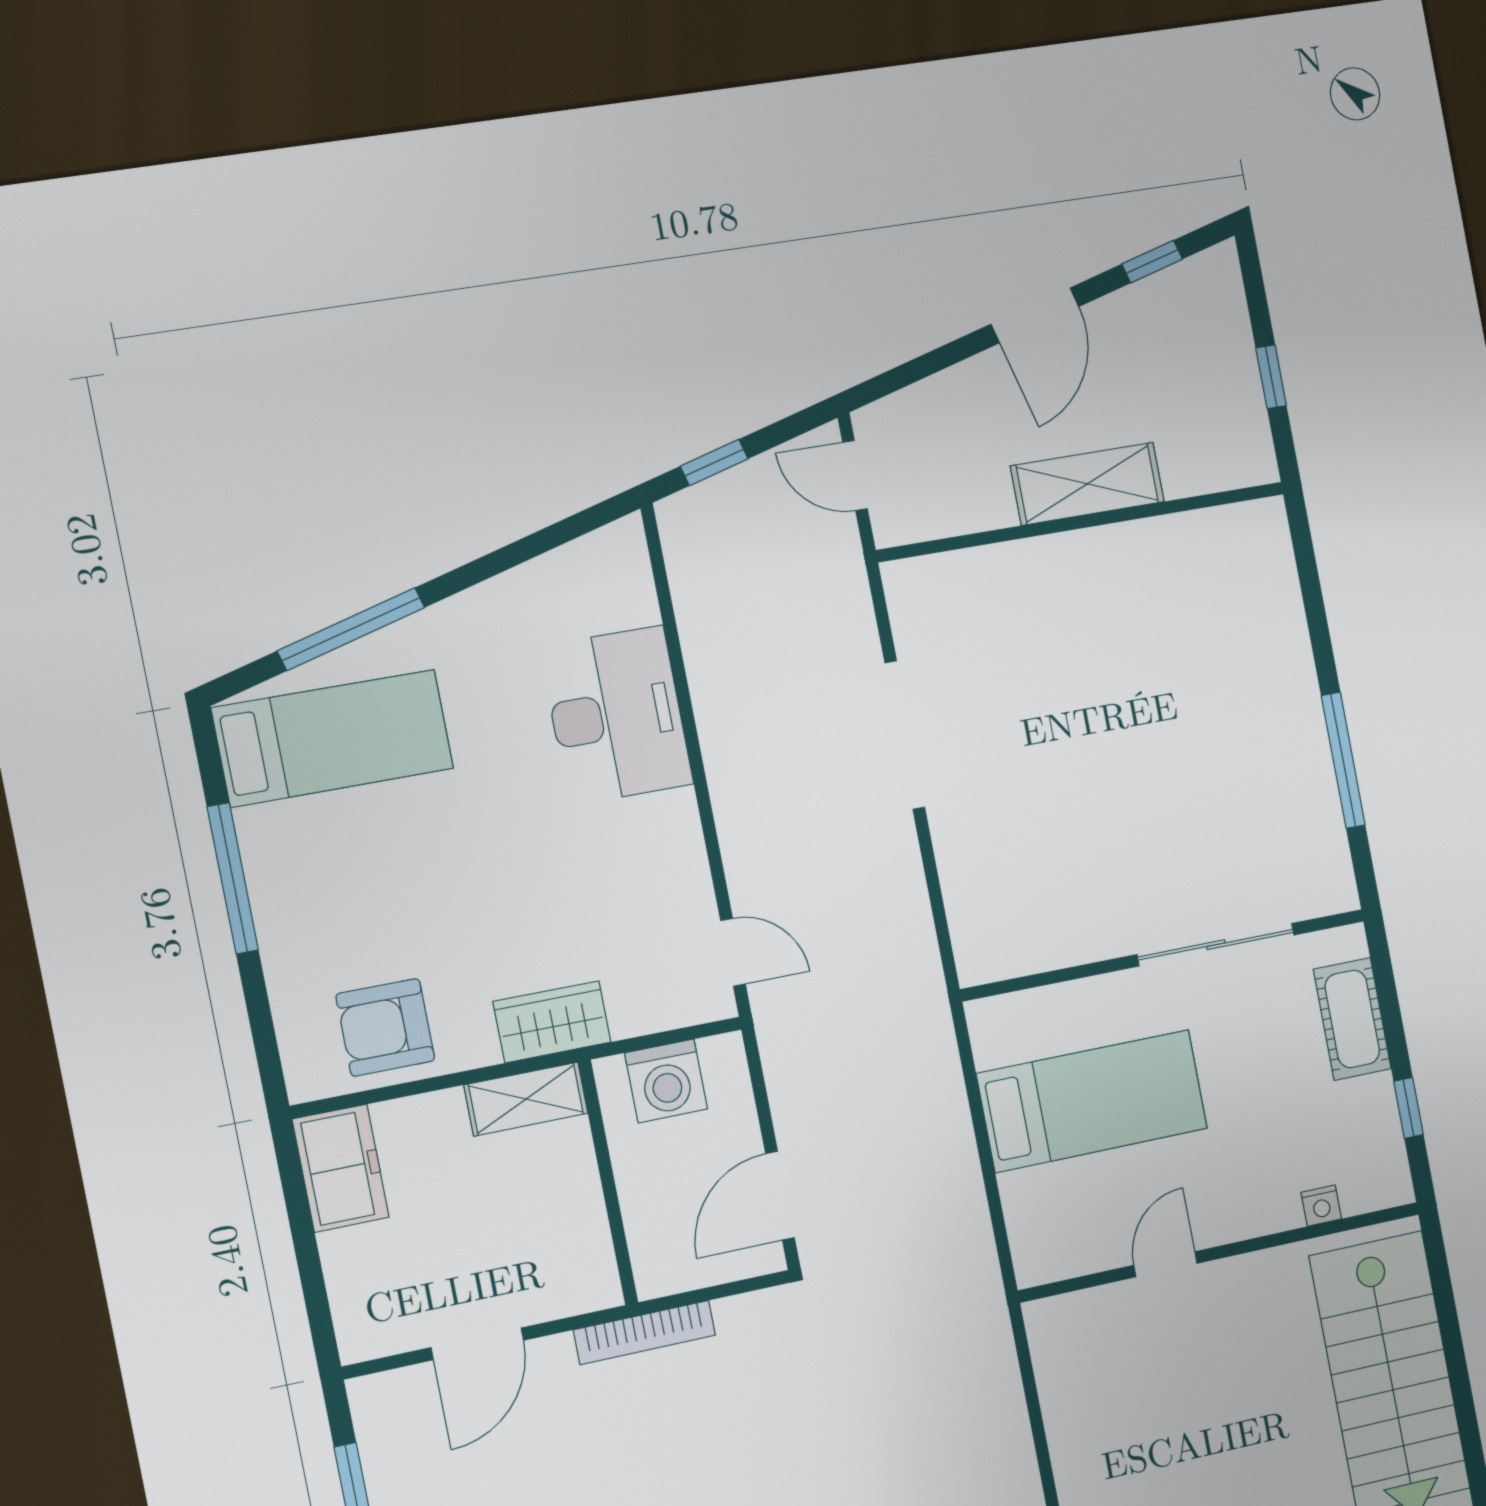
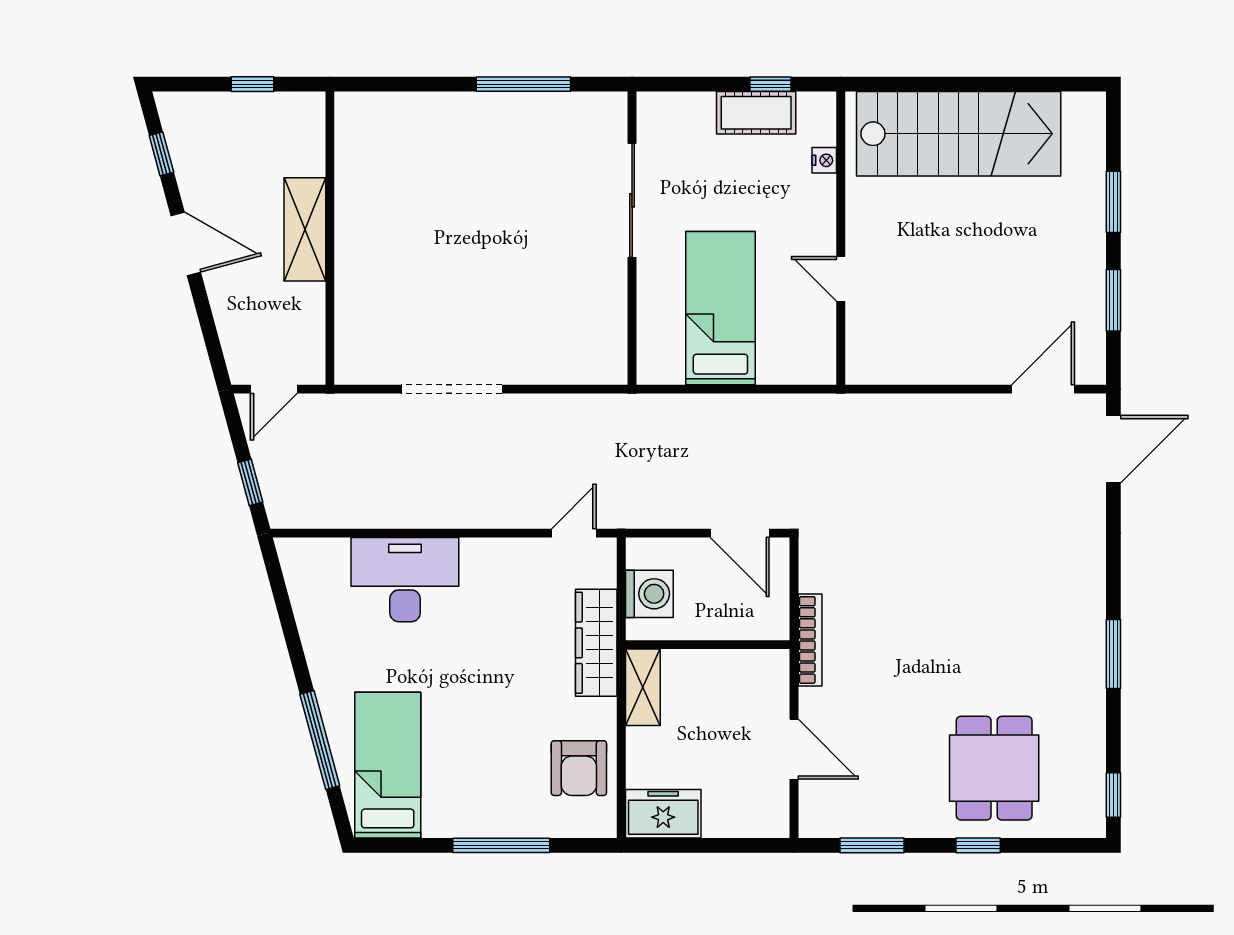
window: (233, 878) -> (501, 845), moved
cot: (1352, 1019) -> (756, 113), moved
wardrobe: (552, 1022) -> (596, 643), width x1.50

